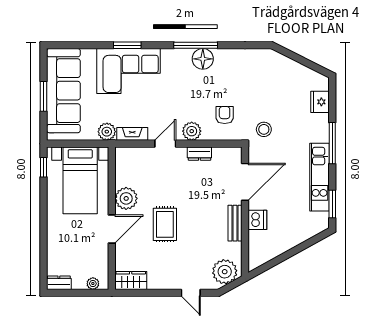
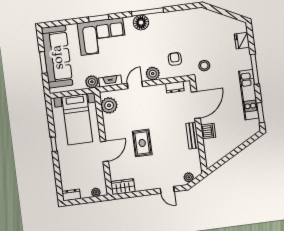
floor lamp: (203, 59) -> (141, 23), moved
dresser: (199, 154) -> (175, 87), moved
window: (44, 167) -> (54, 144), moved
plant: (126, 198) -> (109, 105), moved
plant: (225, 272) -> (189, 177), width x0.53, depth x0.53

